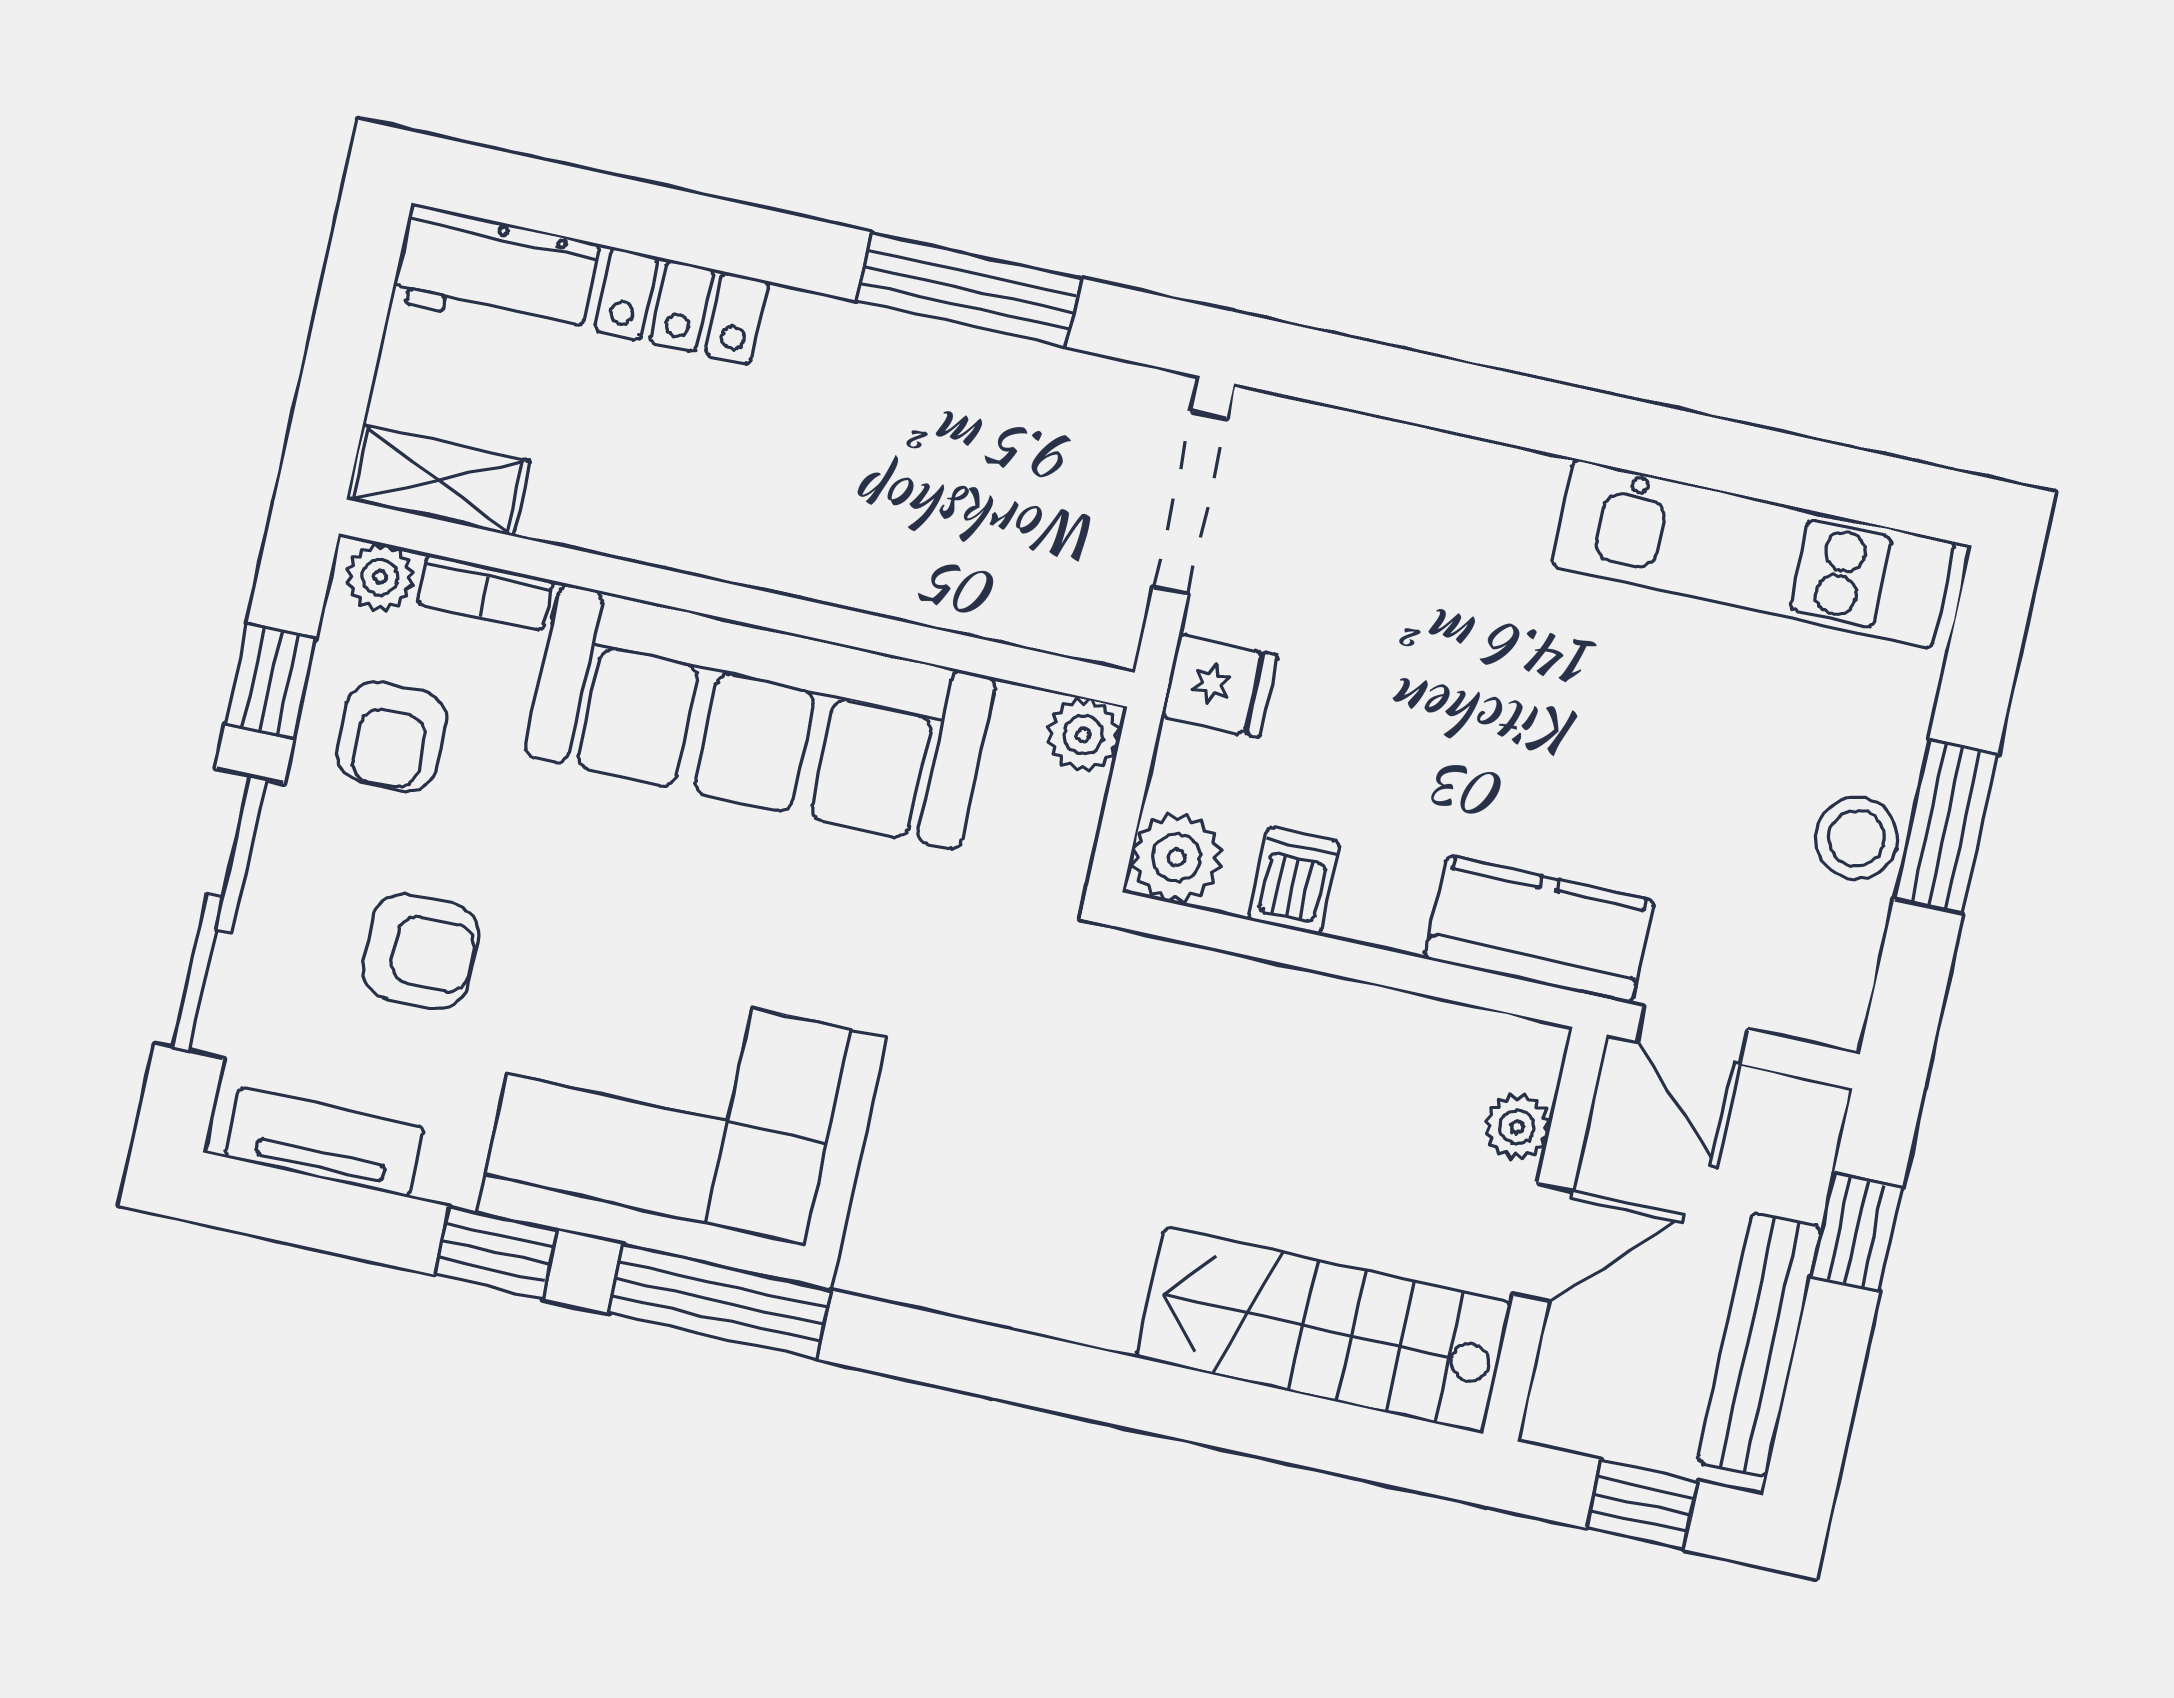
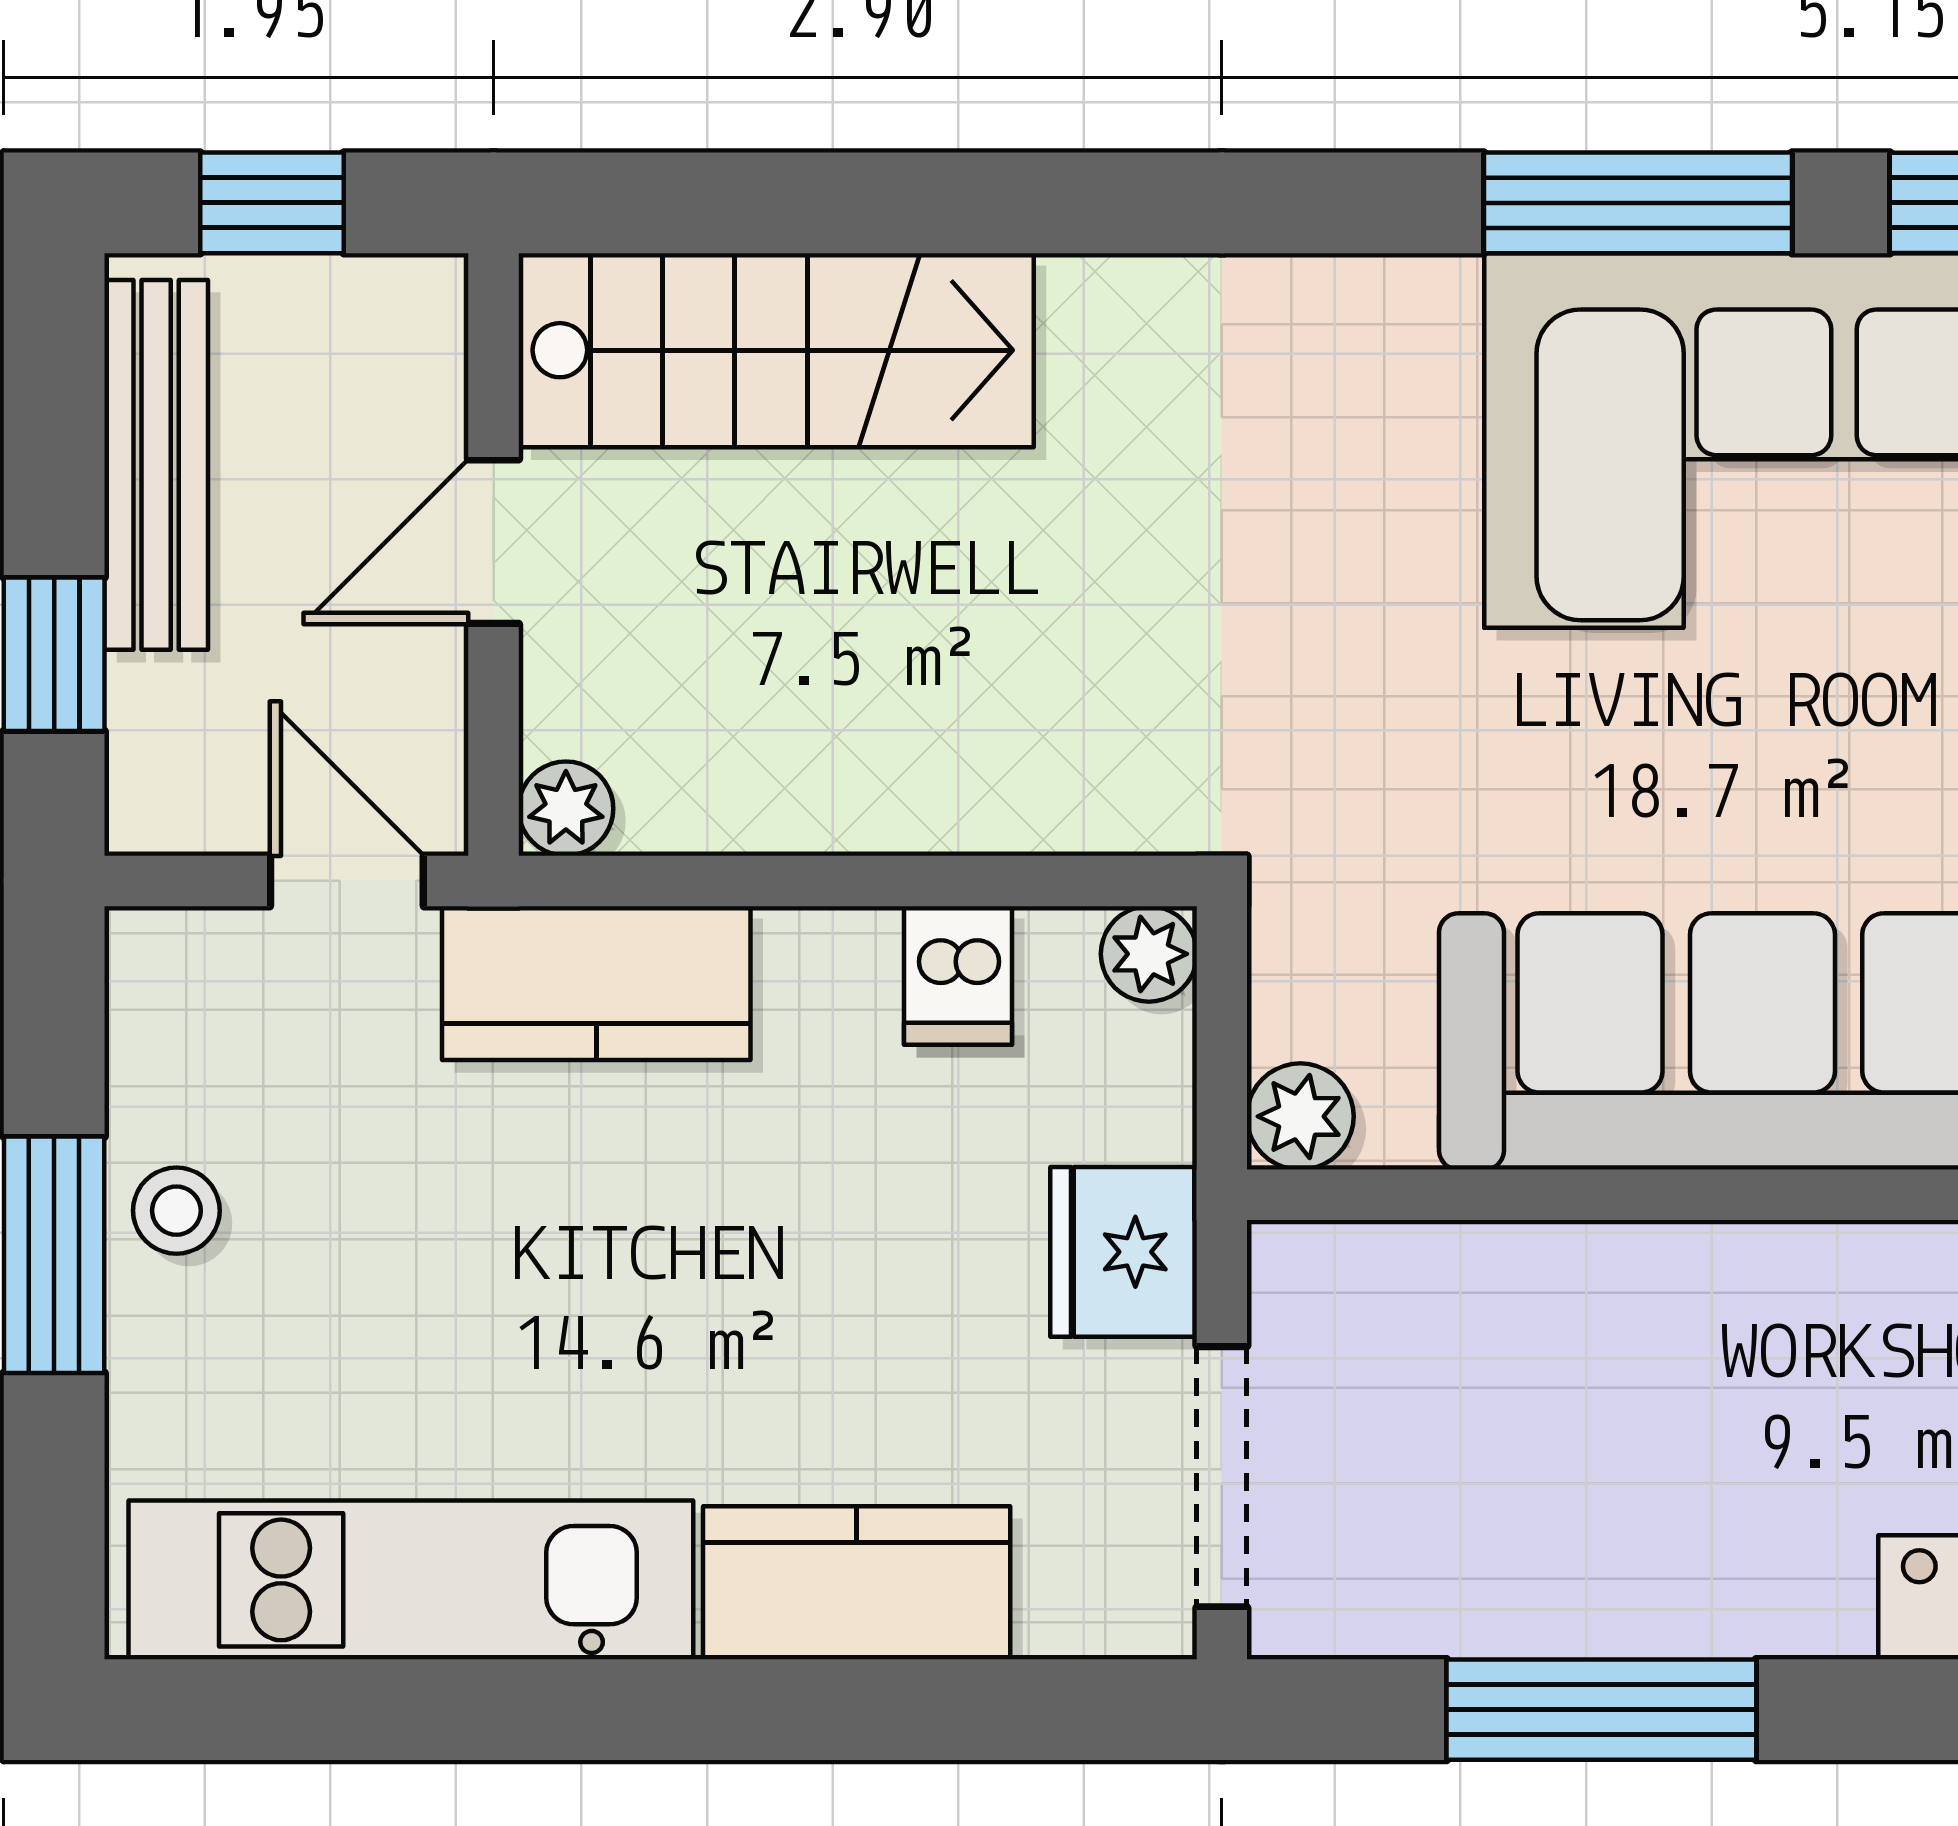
kitchen counter: (1452, 486) -> (857, 1583), added
fridge: (1219, 686) -> (1124, 1252), width x1.38
stool: (1857, 838) -> (176, 1211), width x0.73, depth x0.73
plant: (1176, 858) -> (1149, 954), width x0.73, depth x0.73
plant: (1517, 1127) -> (566, 809), moved

